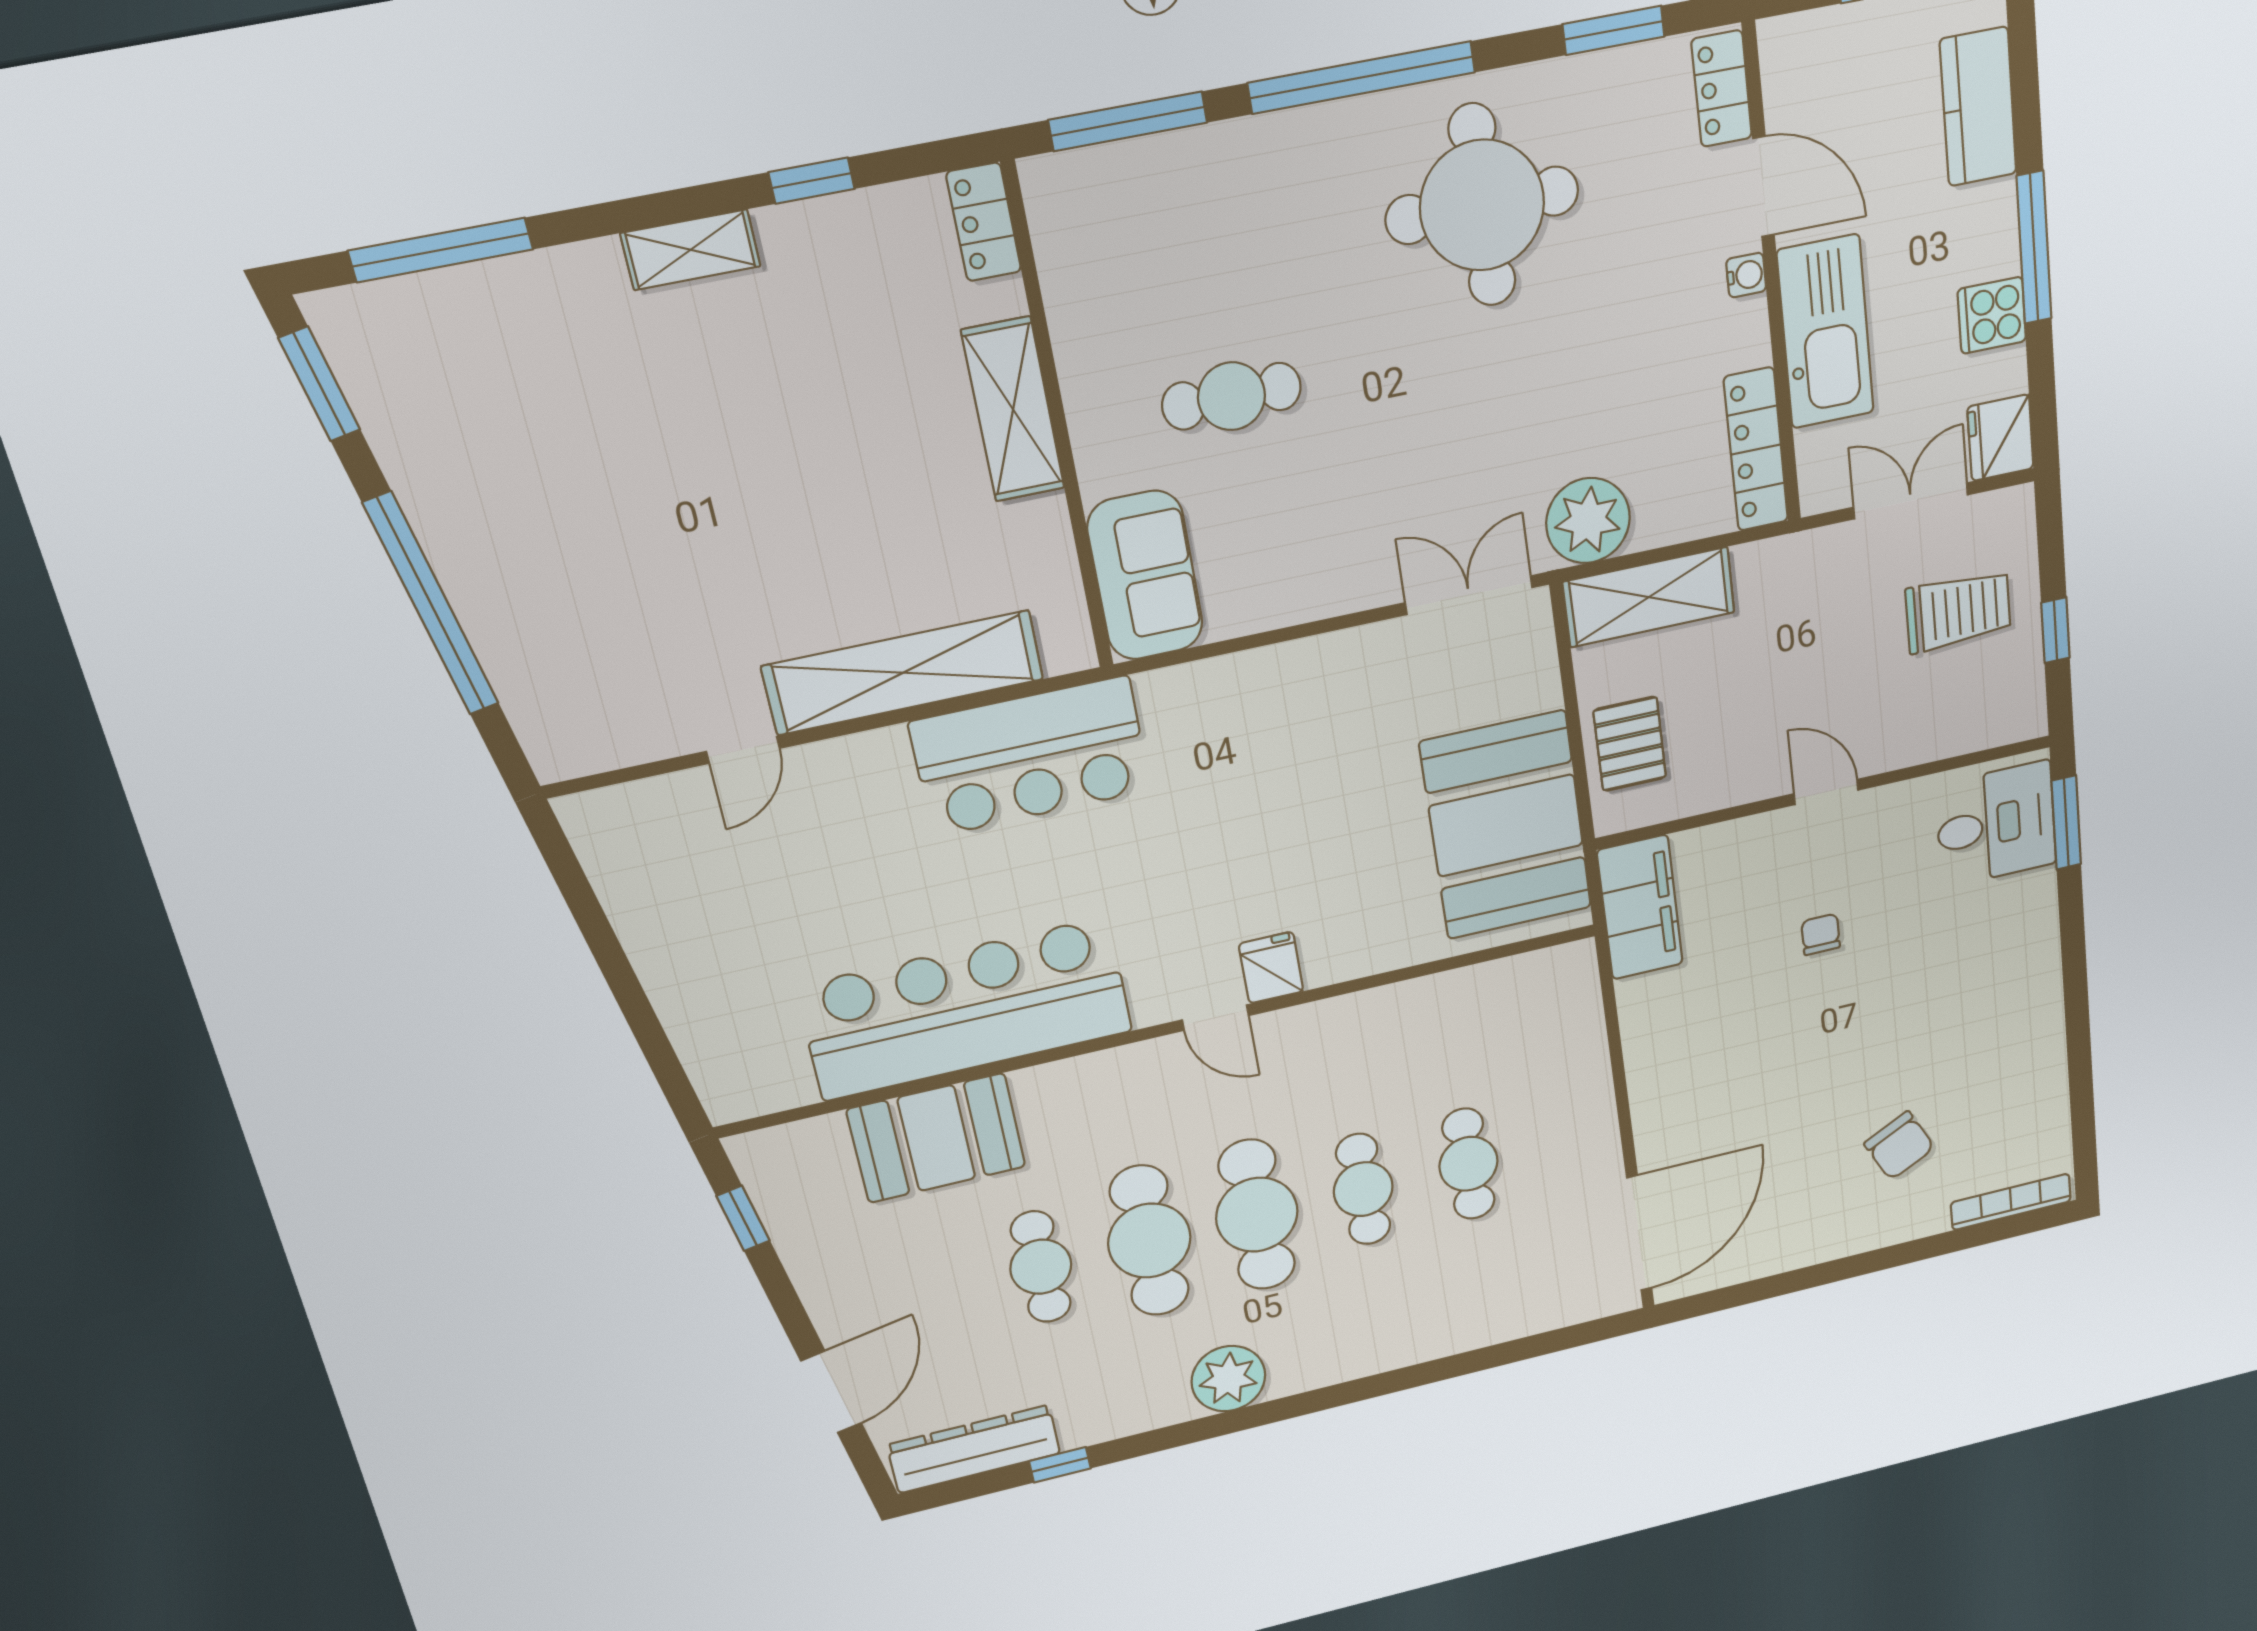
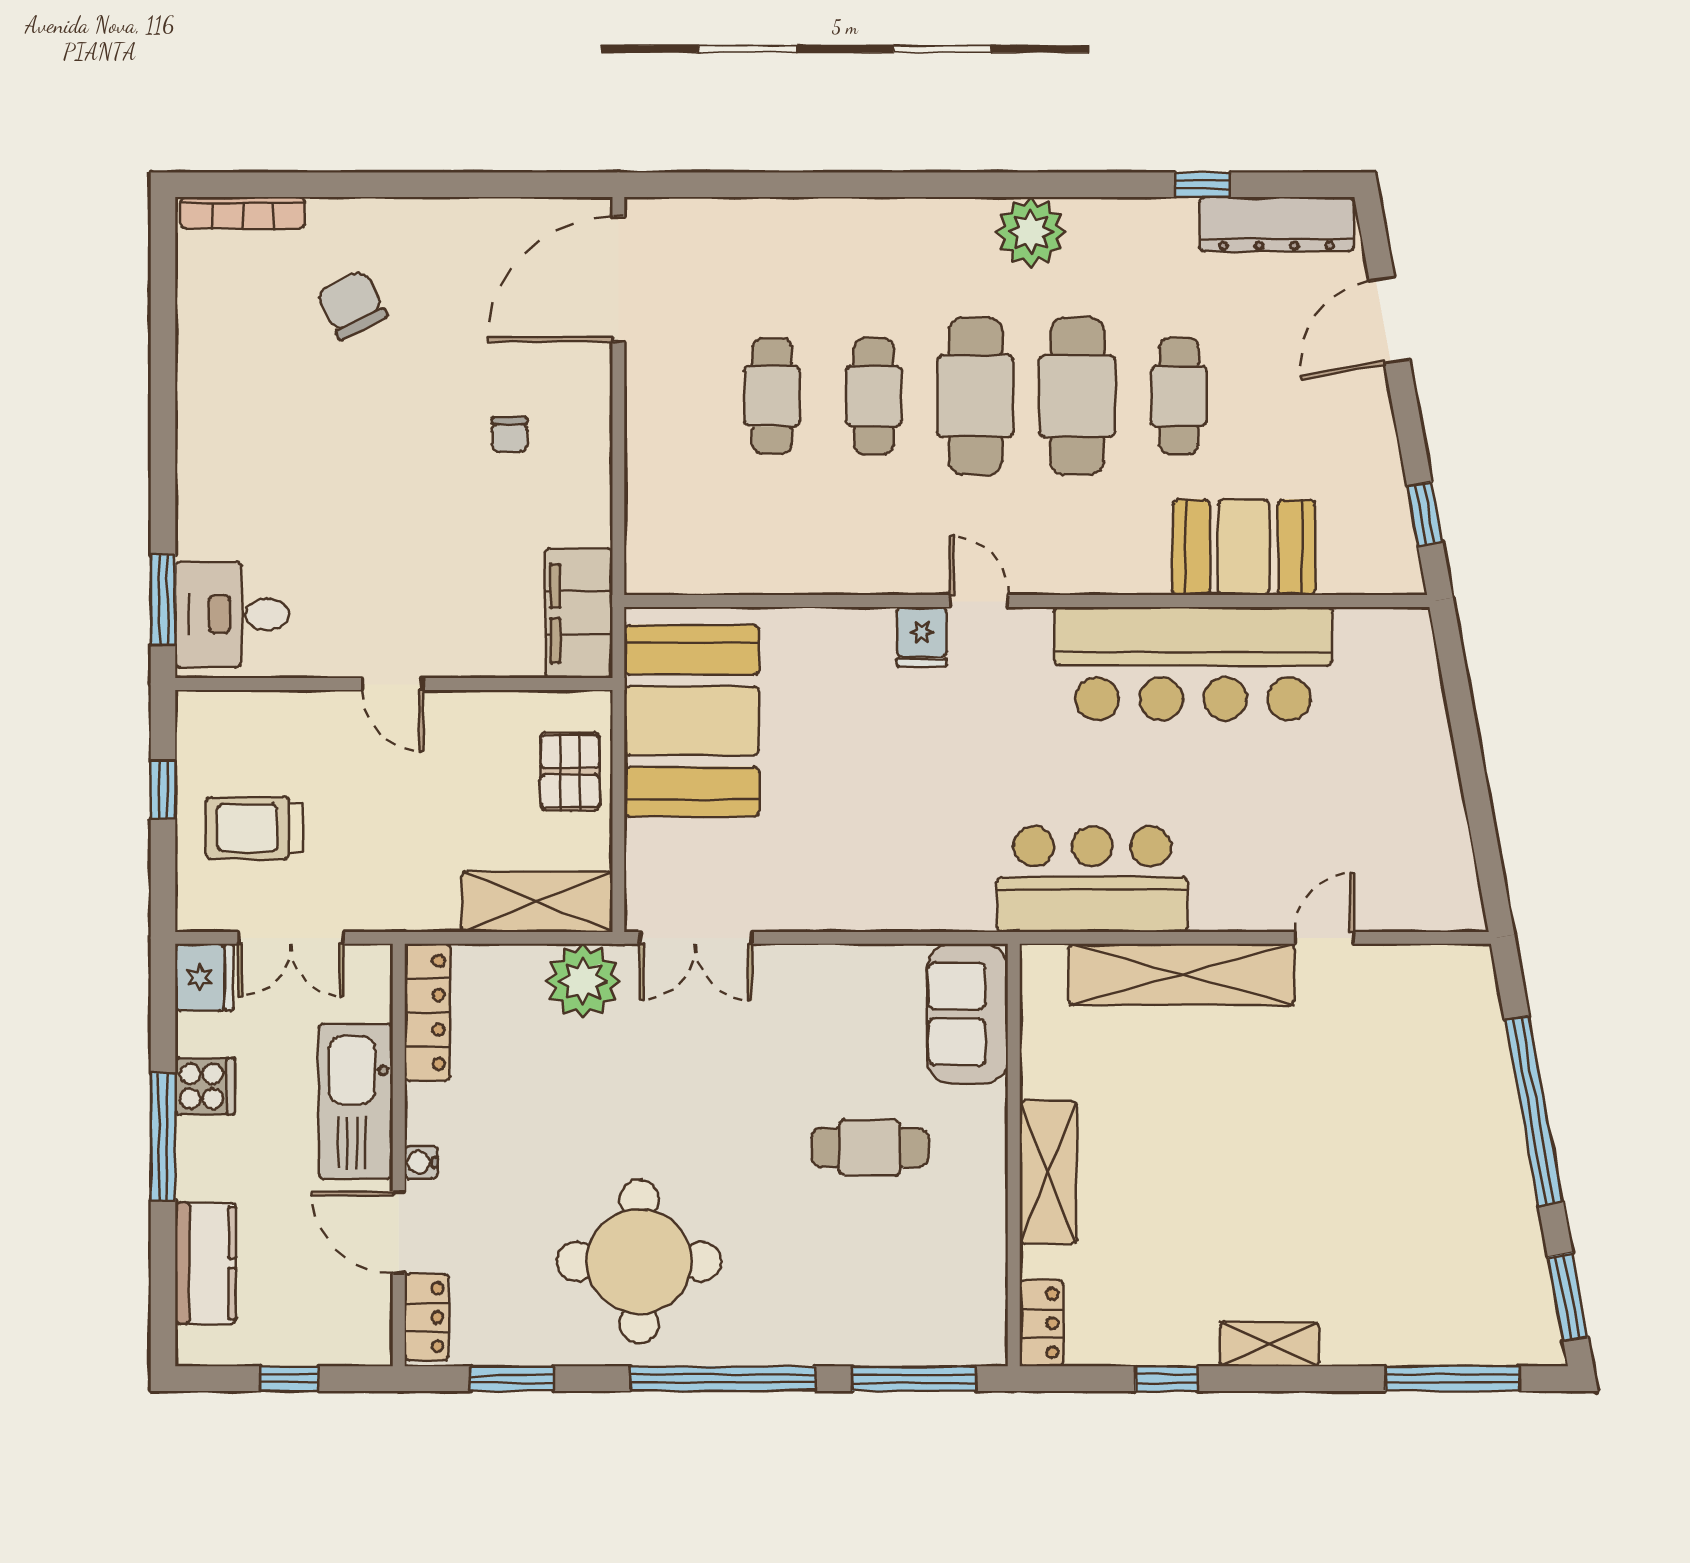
chair: (1821, 934) -> (510, 435), moved

